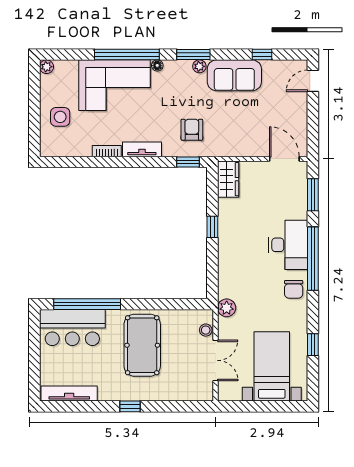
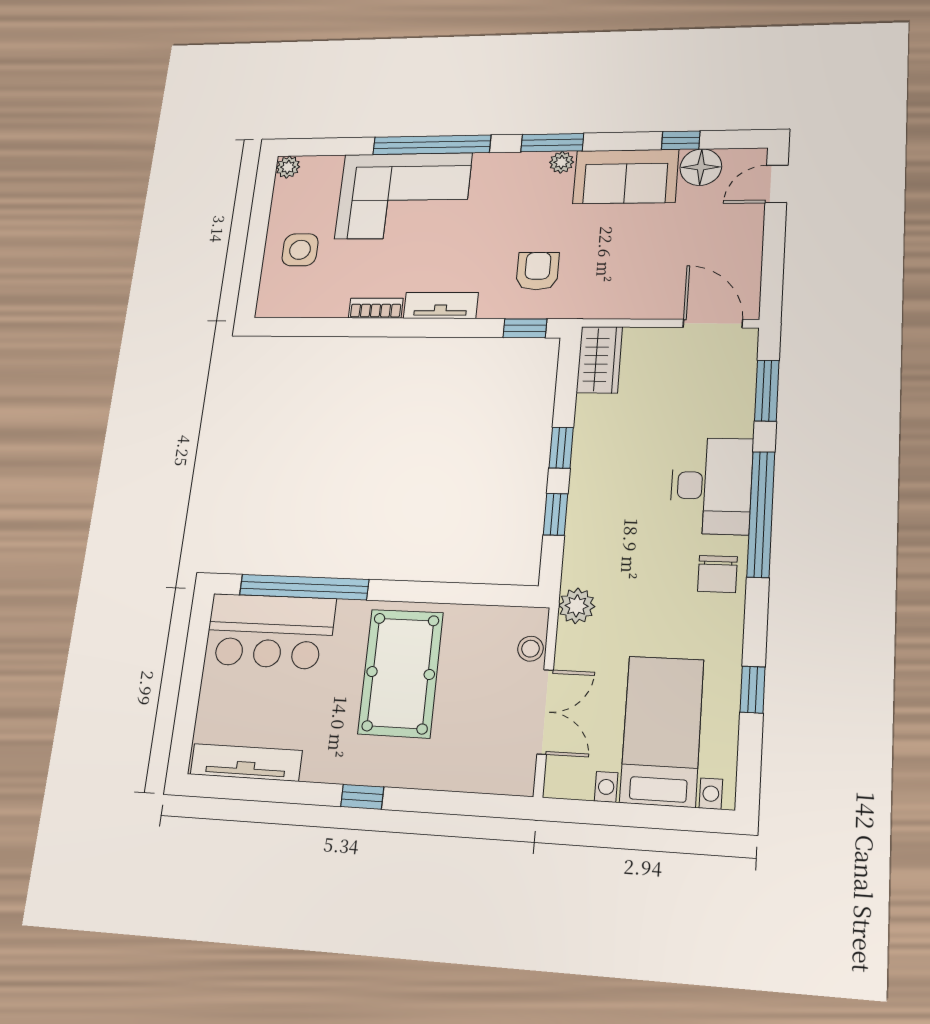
floor lamp: (157, 65) -> (701, 167), moved, width x1.89, depth x1.89
window: (212, 262) -> (556, 514), added

